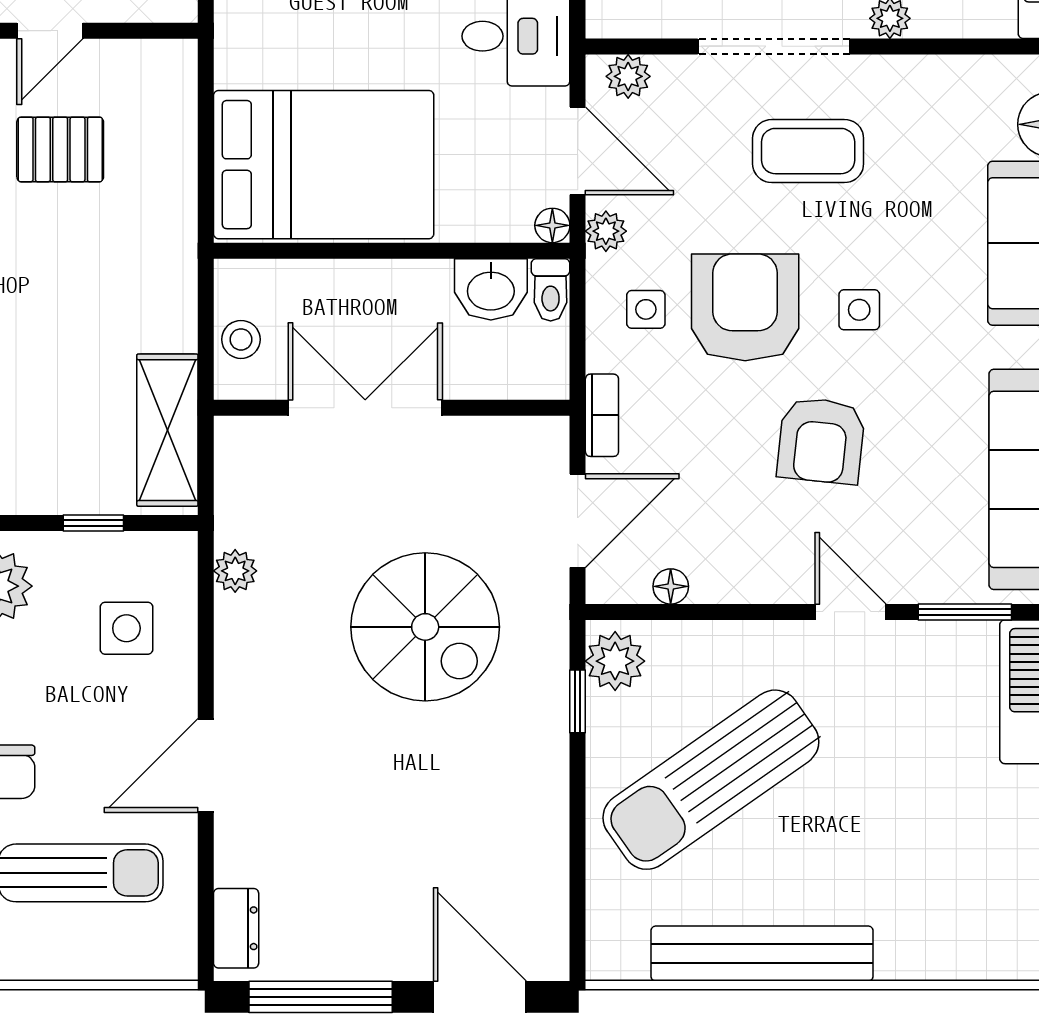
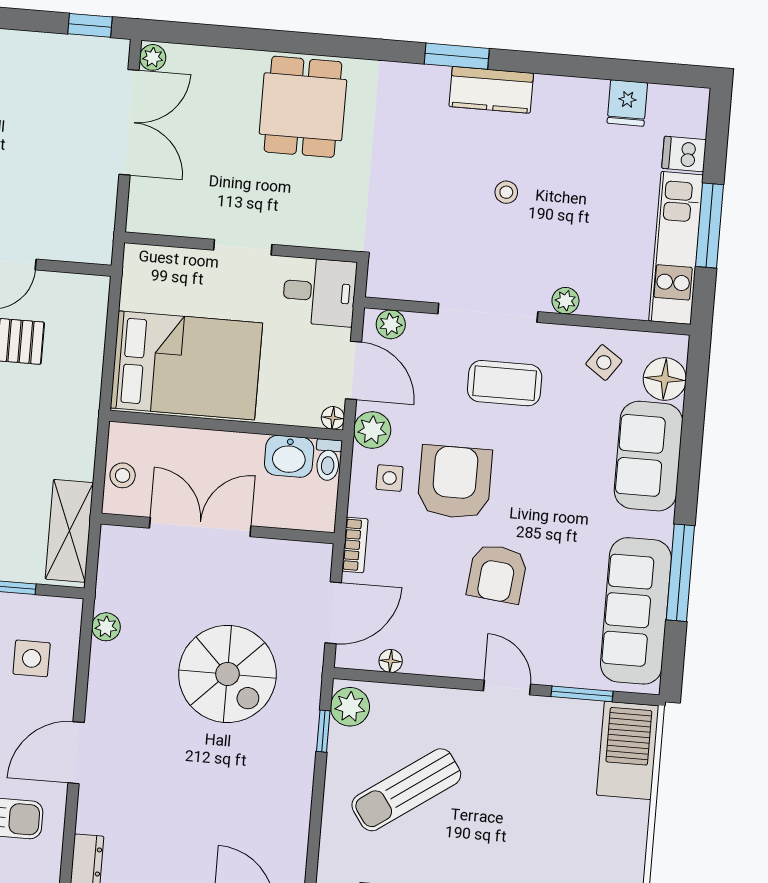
plant: (606, 231) -> (372, 430), width x1.38, depth x1.38
side table: (859, 310) -> (604, 362), moved, turned 35
sun lounger: (711, 780) -> (406, 790), width x0.73, depth x0.75

